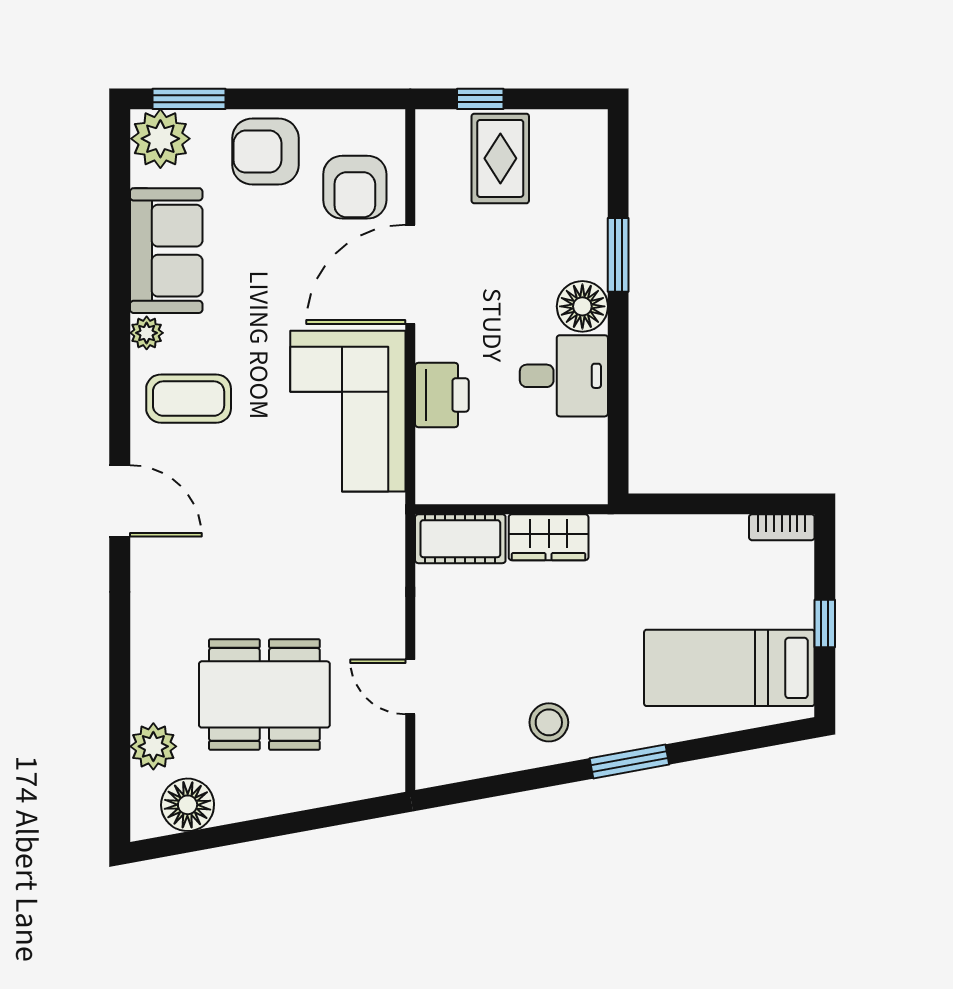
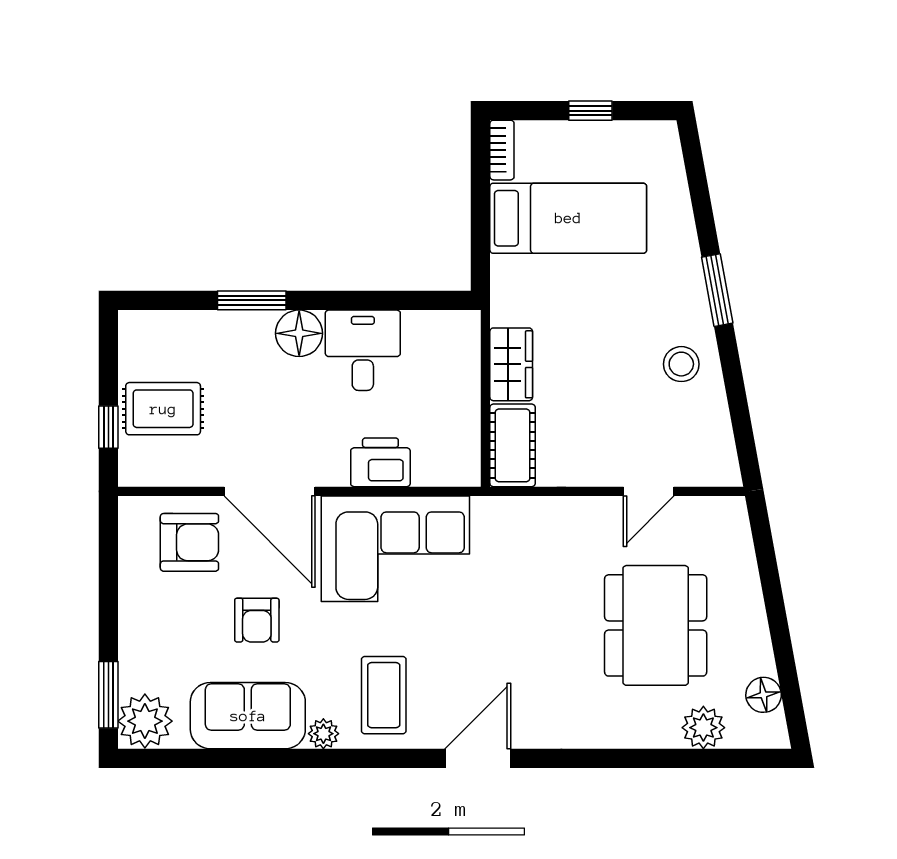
armchair: (265, 152) -> (257, 620), moved, width x0.72, depth x0.72
bed: (729, 668) -> (568, 218), moved, turned -90
floor lamp: (188, 805) -> (764, 695), width x0.73, depth x0.73

